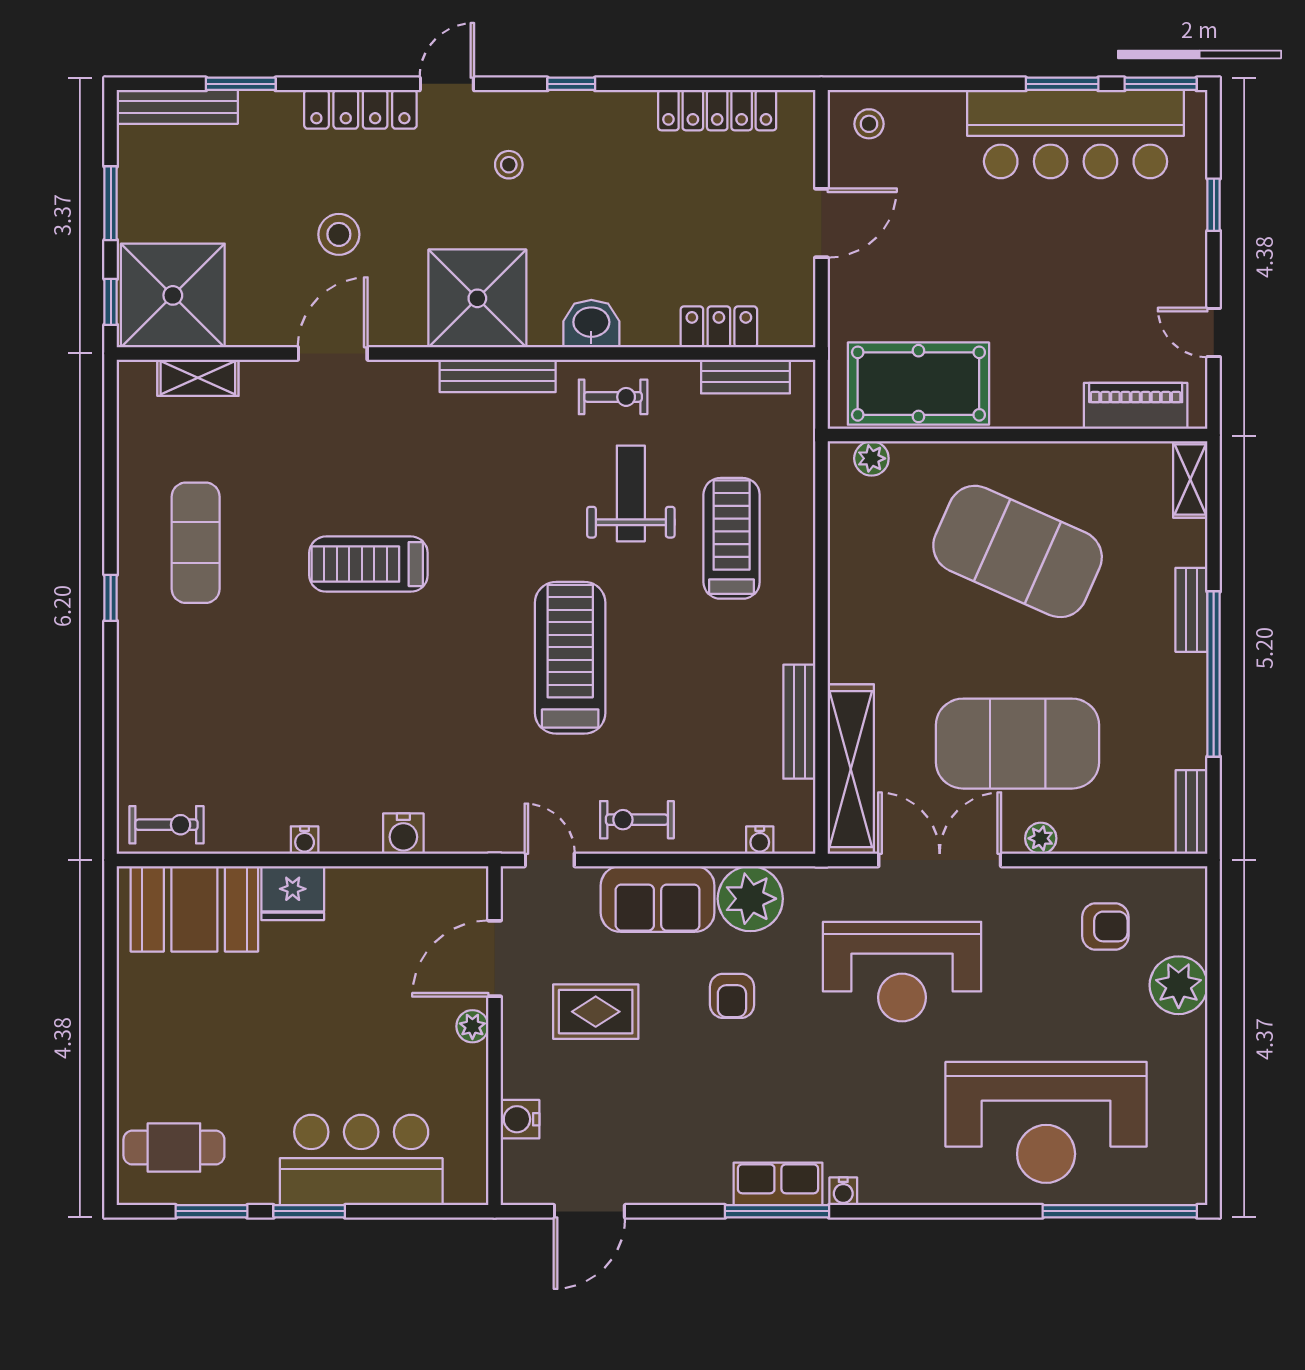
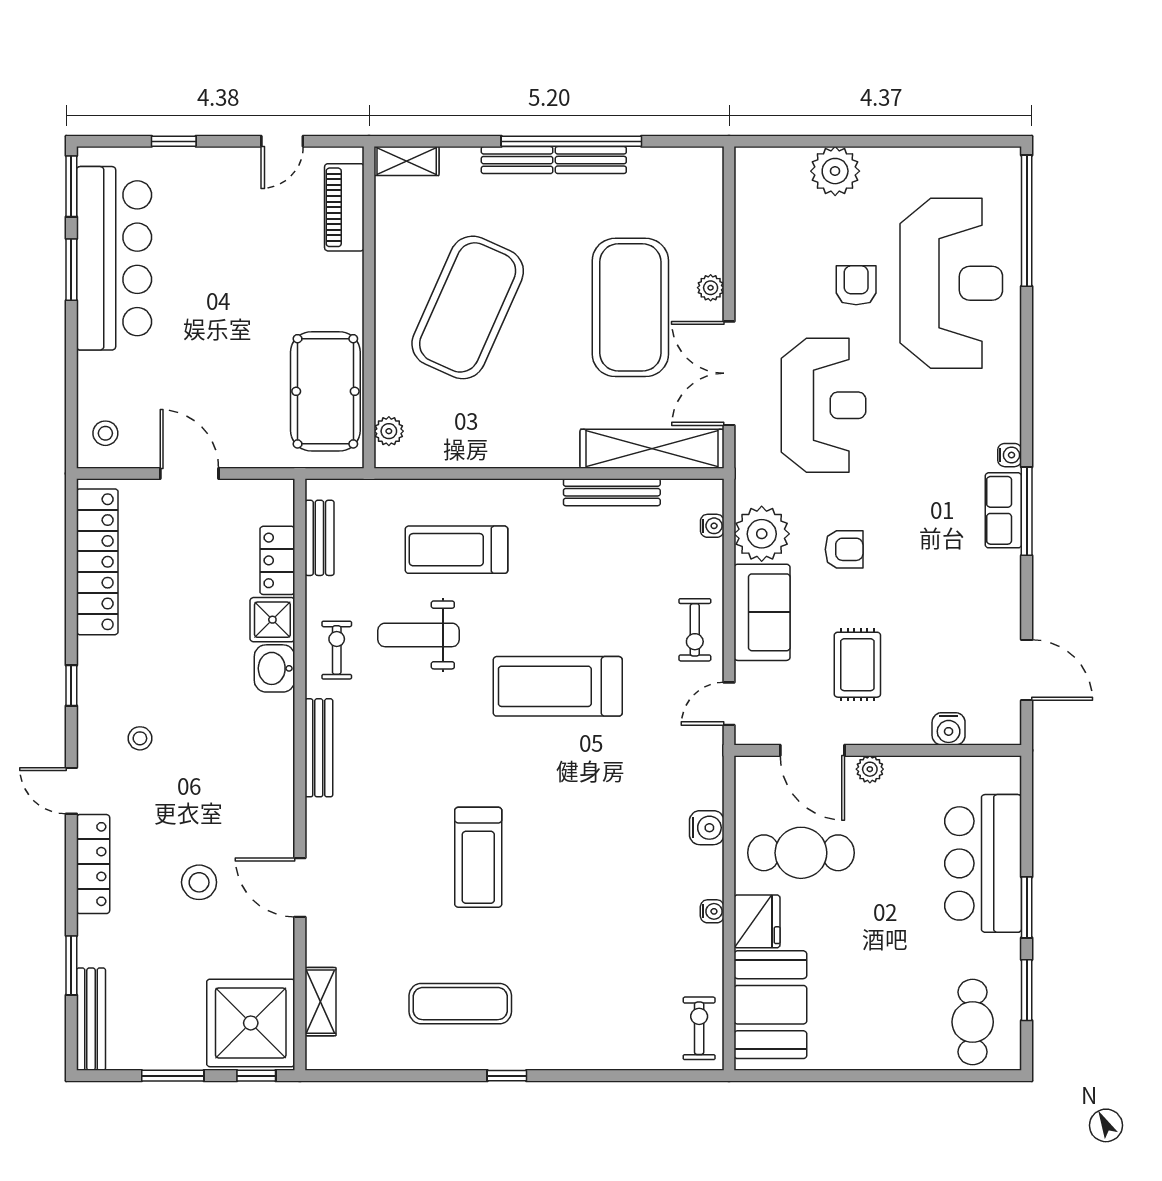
locker: (717, 110) -> (97, 562), width x1.41, depth x1.21
shower: (477, 298) -> (272, 620), moved, width x0.54, depth x0.54
bench: (1192, 812) -> (591, 160), moved
armchair: (1105, 926) -> (856, 285), moved
cafe table: (374, 945) -> (801, 853), added

